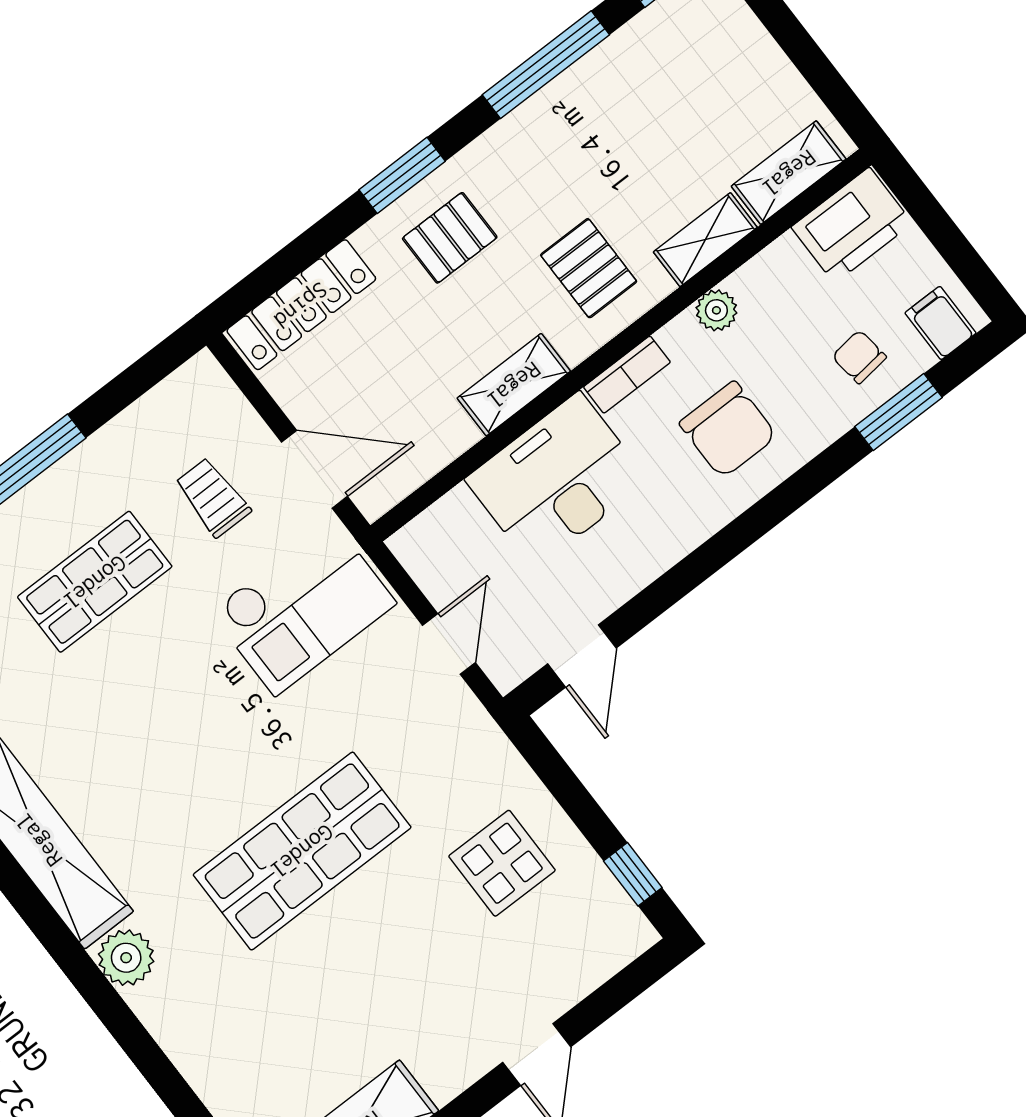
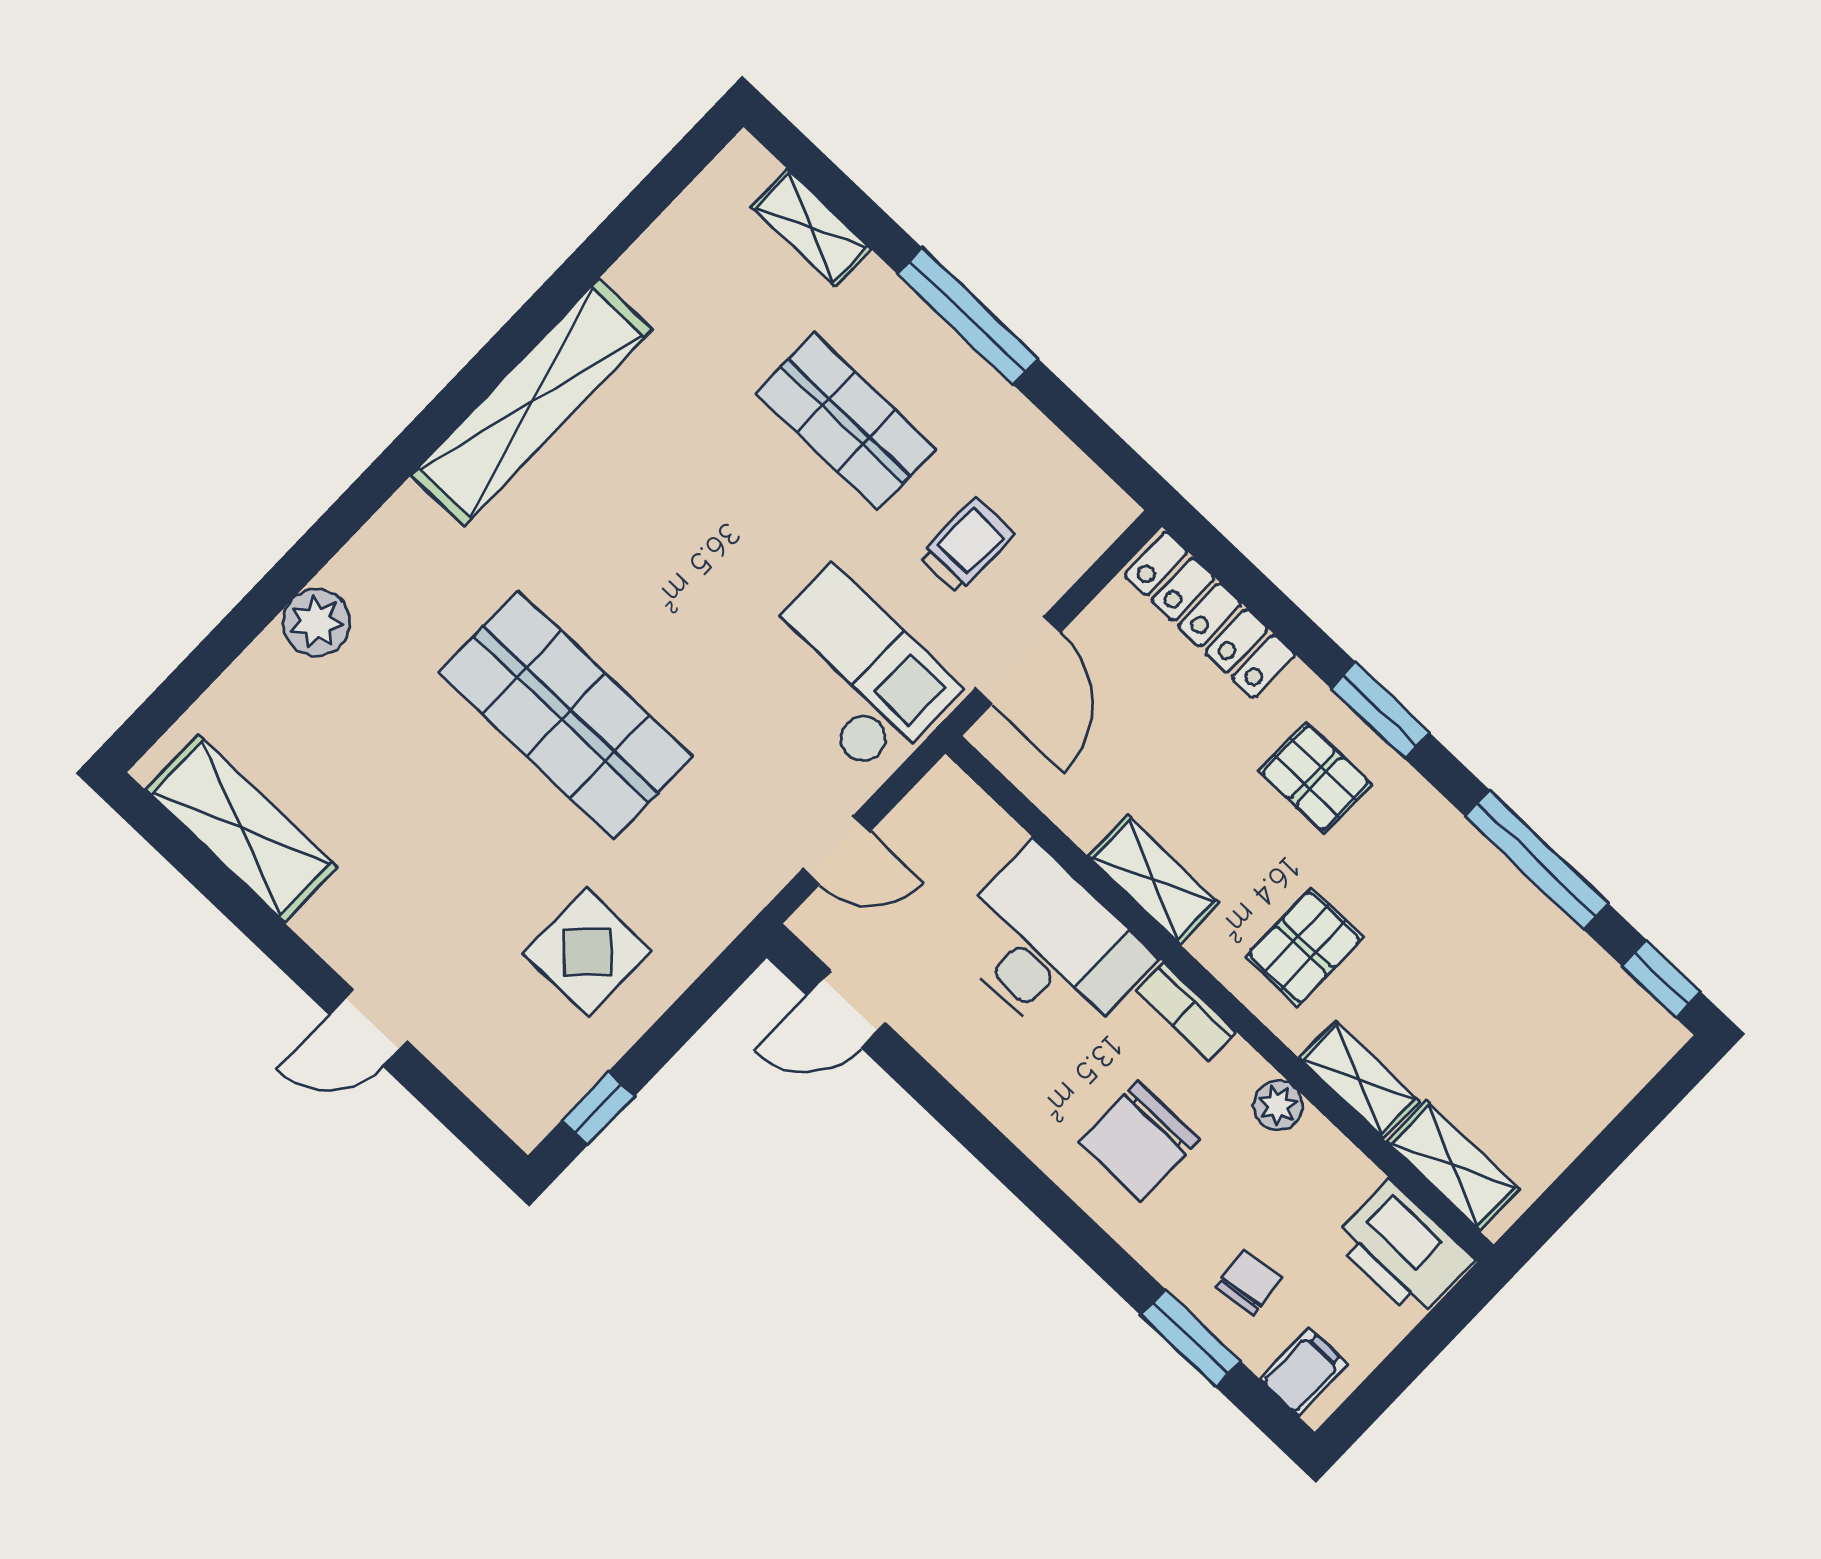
checkout: (303, 607) -> (853, 672), turned 180
plant: (126, 958) -> (316, 622), moved

